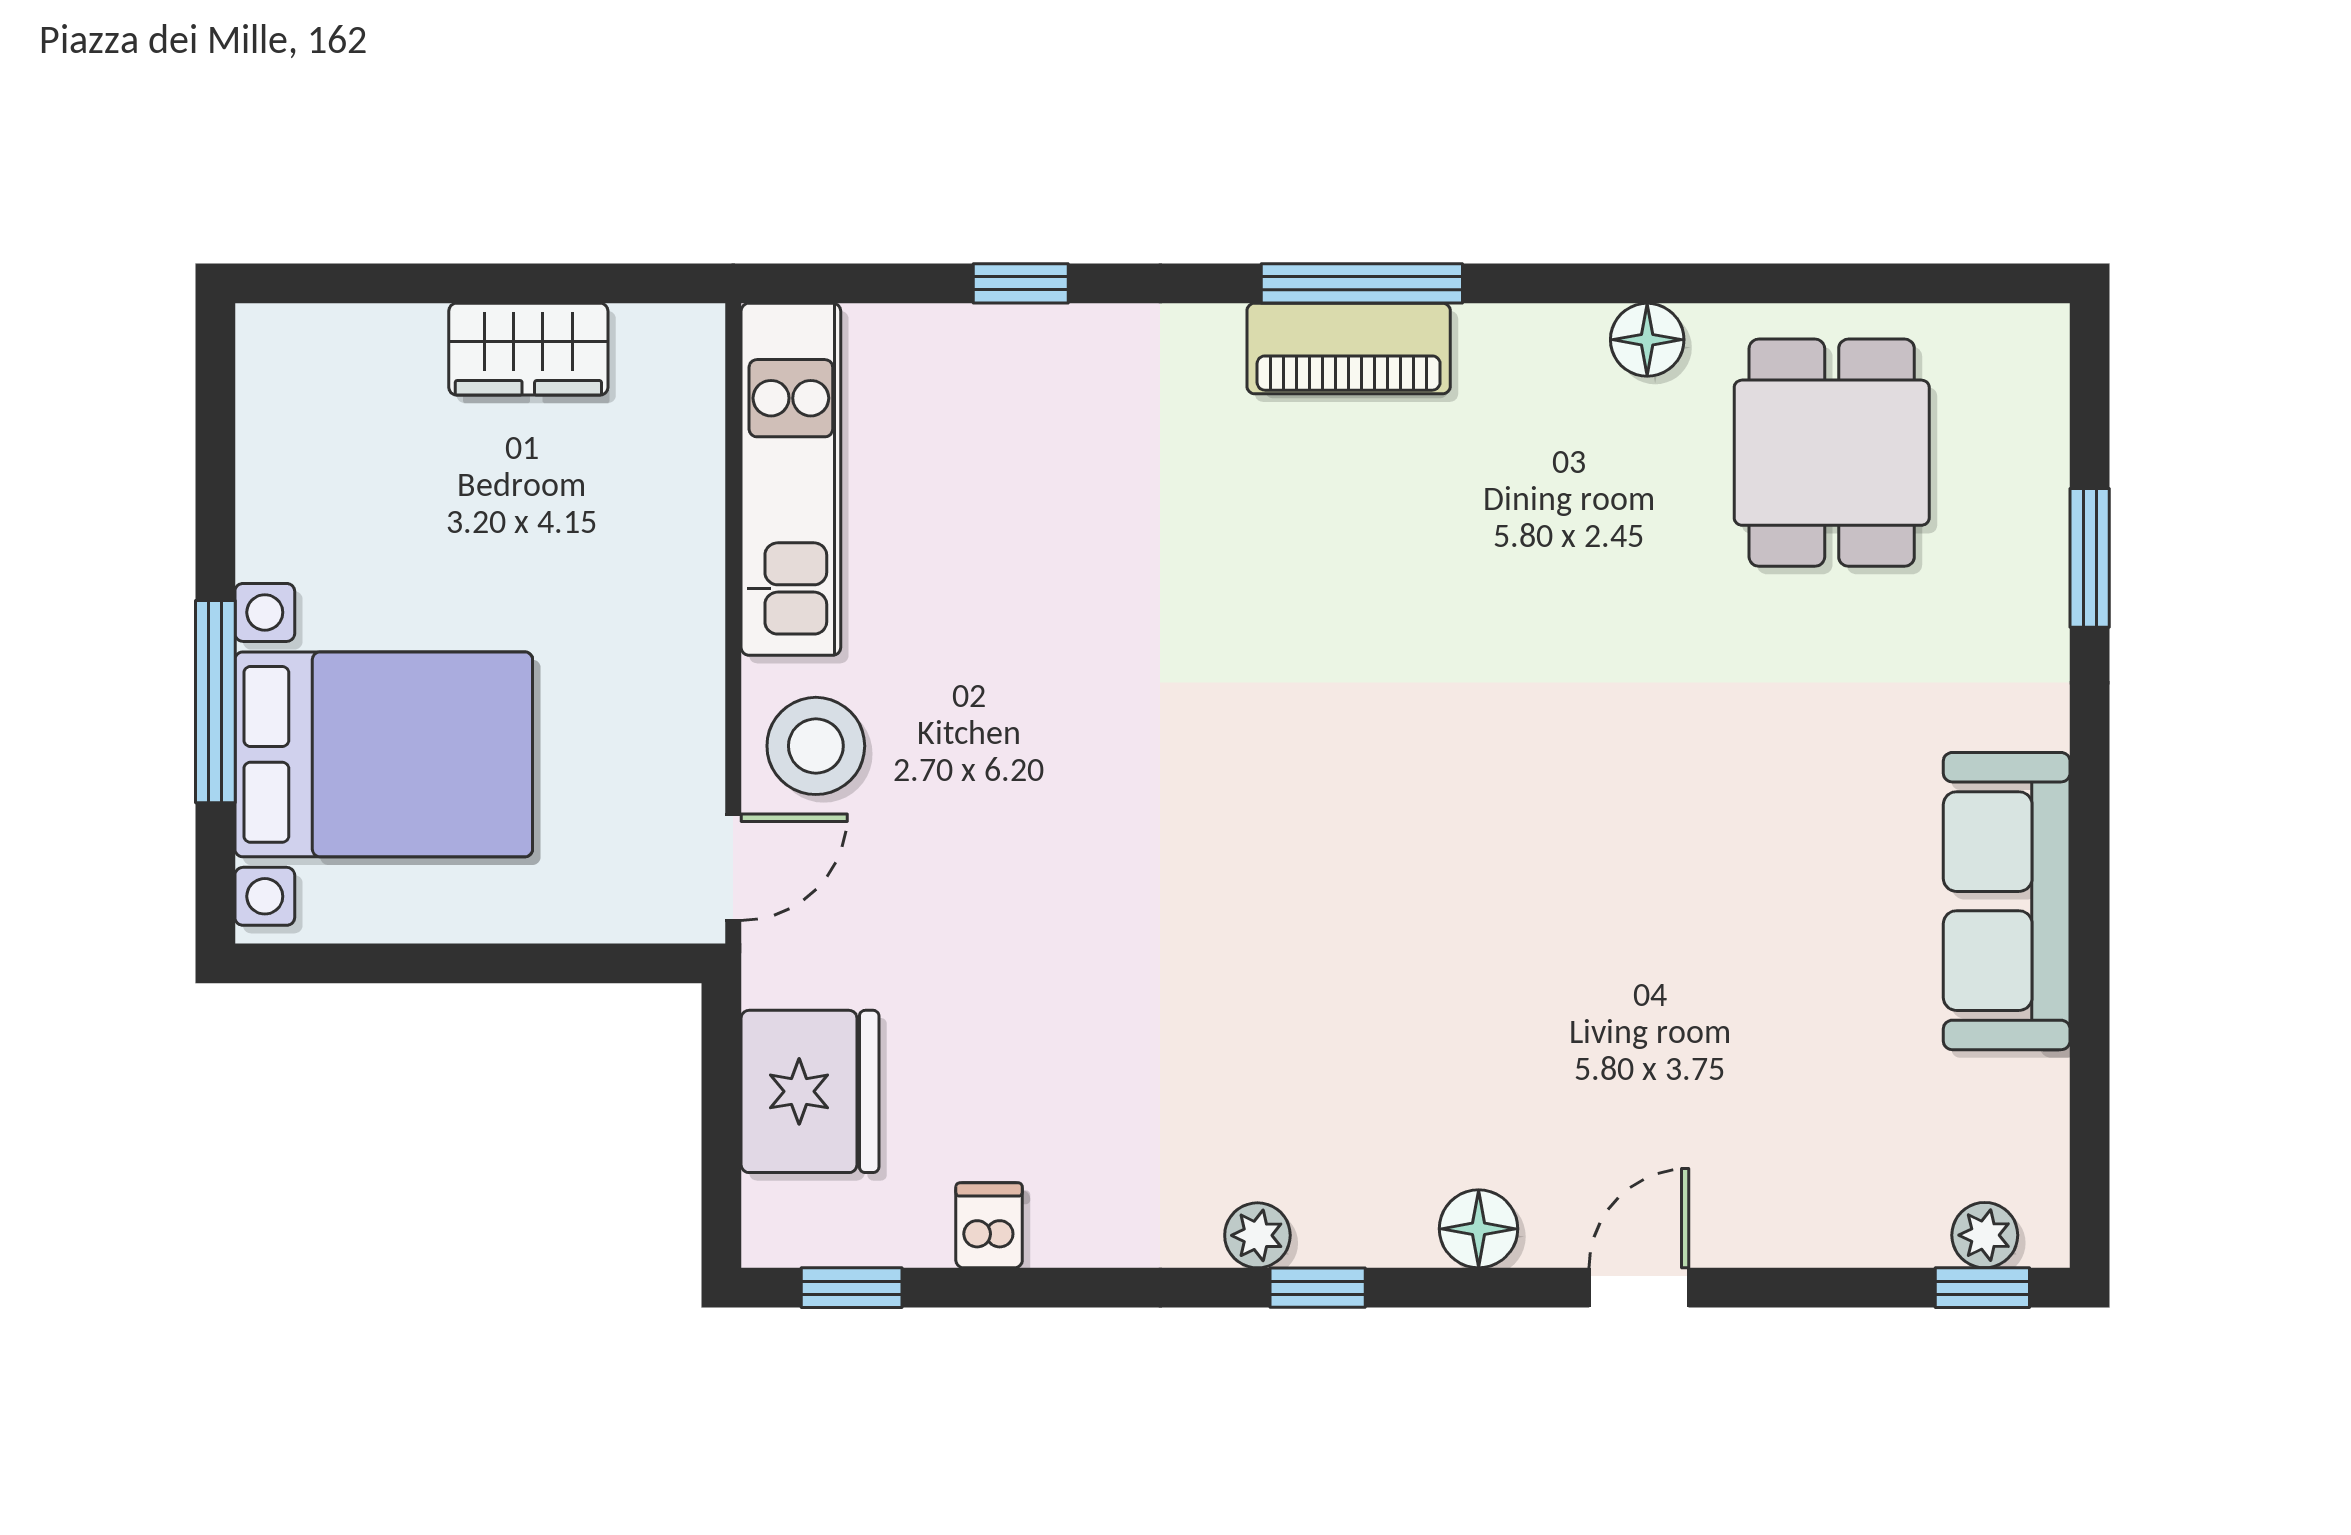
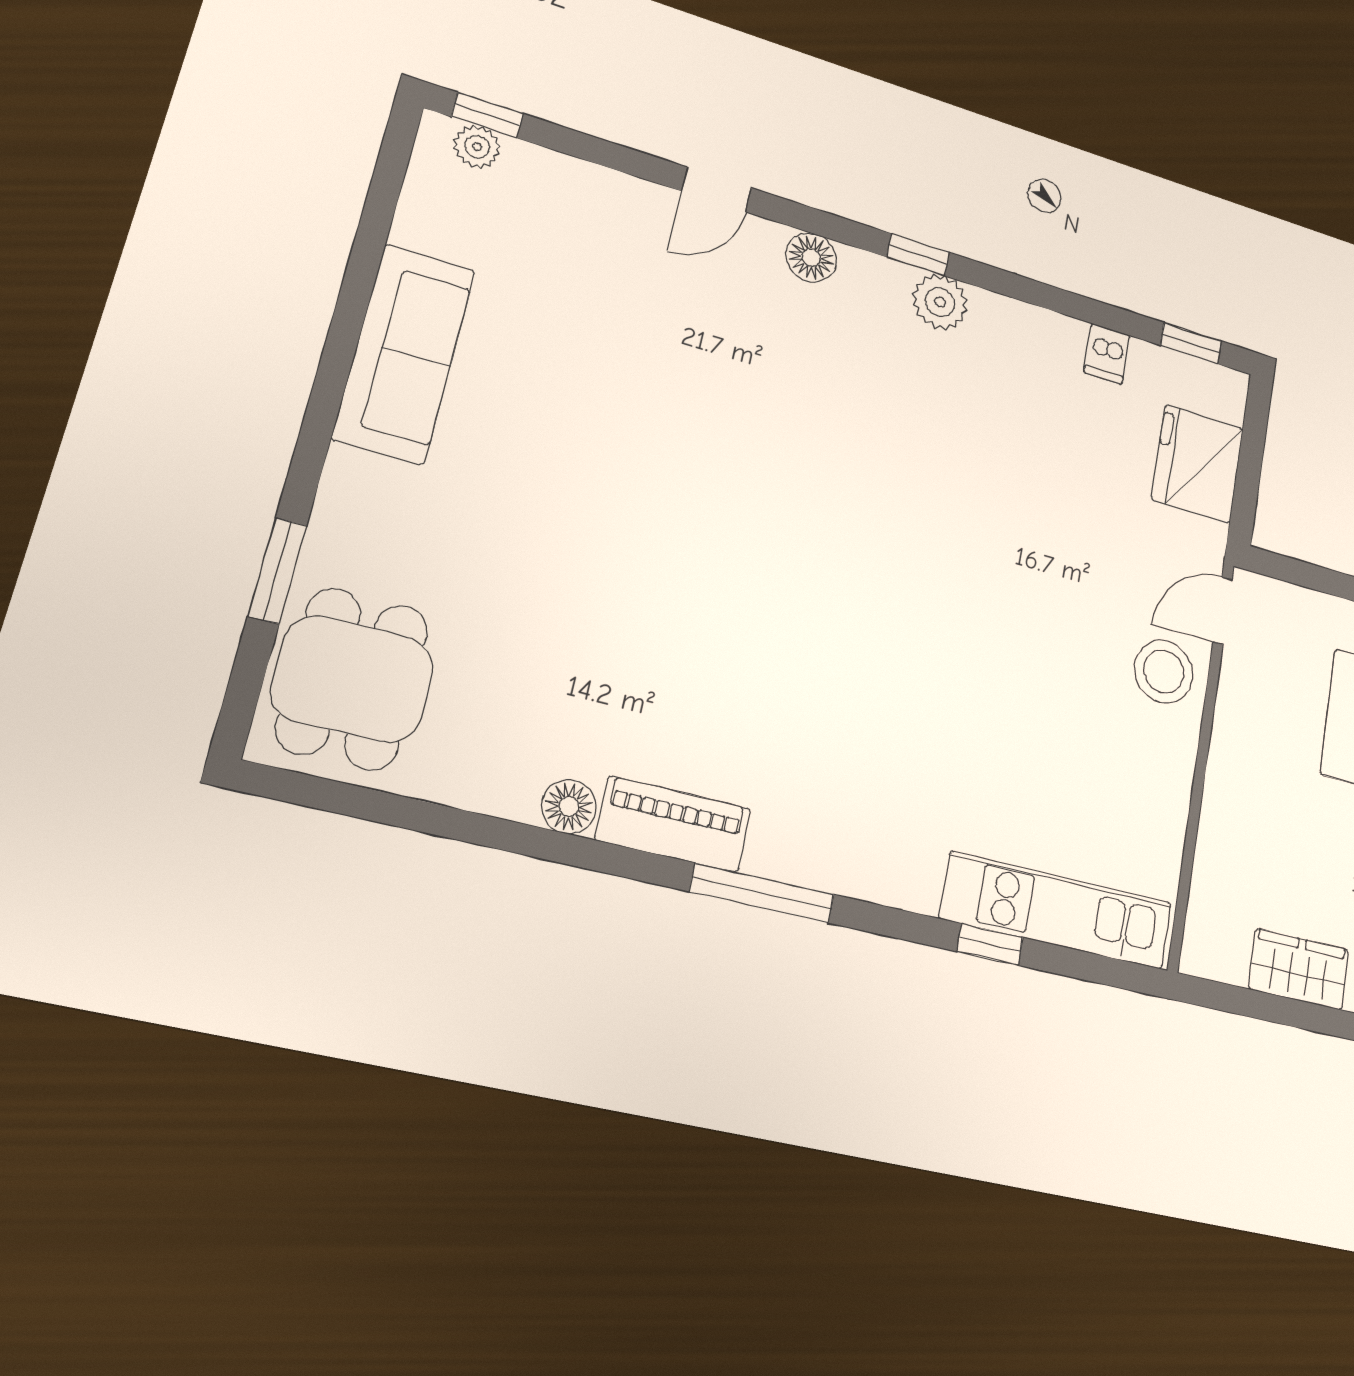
piano: (1349, 348) -> (674, 824), moved
dining table: (1832, 453) -> (352, 679), moved
kitchen unit: (791, 479) -> (1057, 910), moved, turned 90
plant: (1257, 1235) -> (940, 302), width x1.38, depth x1.38

